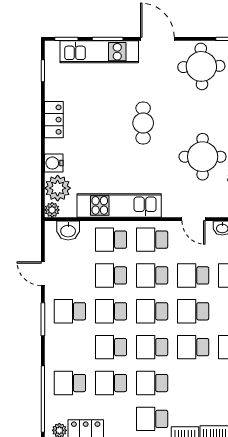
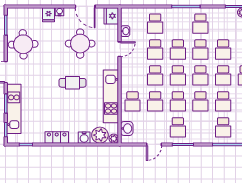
cafe table: (143, 123) -> (73, 83), moved
school desk: (152, 240) -> (223, 49), moved

